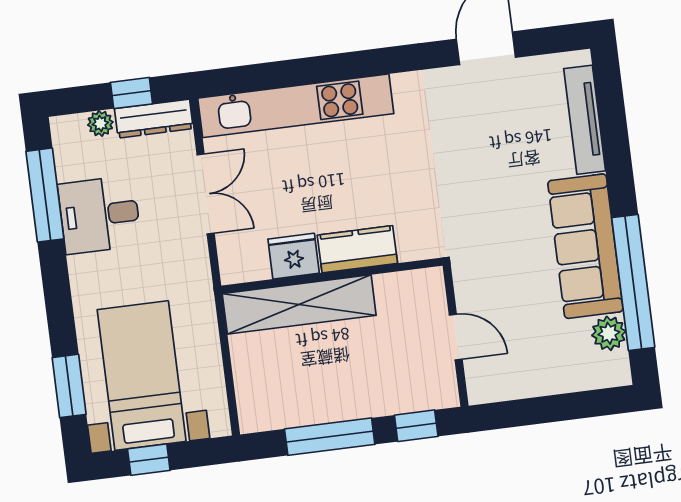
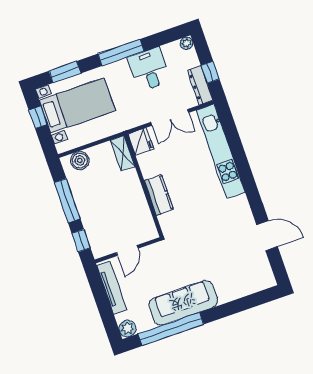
tv unit: (585, 120) -> (112, 288), moved, turned 90
plant: (100, 123) -> (187, 43), moved
window: (45, 195) -> (121, 53), moved
fridge: (294, 256) -> (141, 142), moved
shelving: (299, 304) -> (123, 153), width x0.45, depth x0.75
plant: (609, 333) -> (127, 329), moved
boiler: (254, 394) -> (80, 161), added

